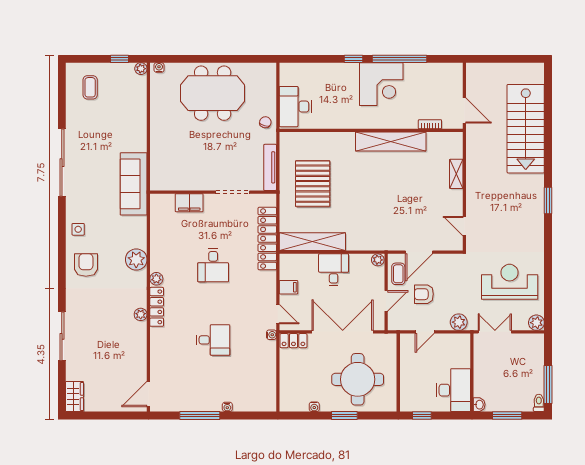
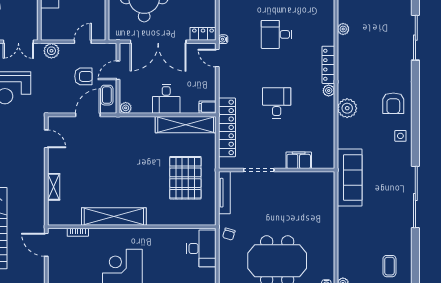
filing cabinet: (288, 287) -> (208, 107), moved
plant: (141, 314) -> (343, 29), moved

